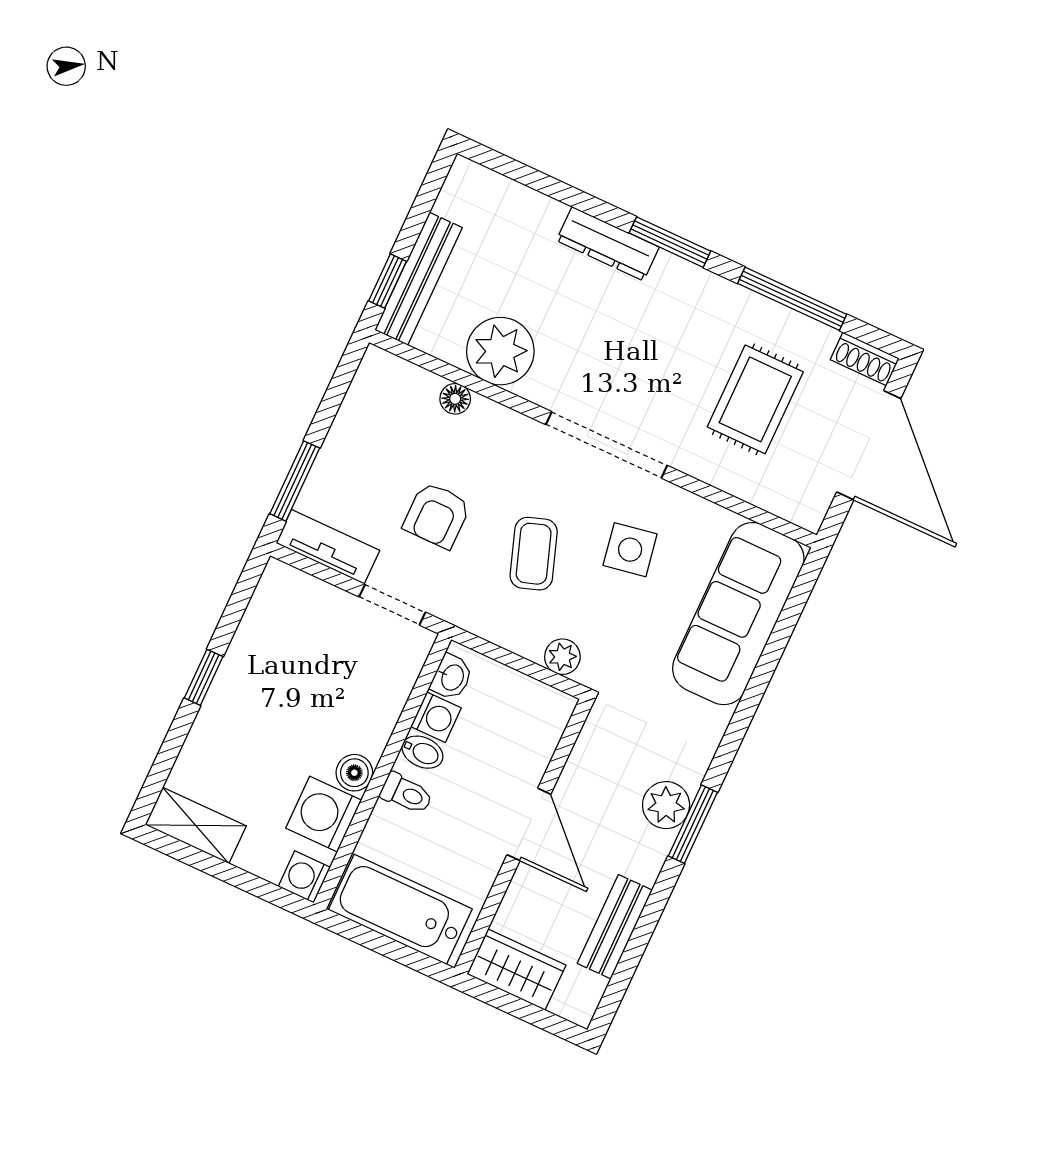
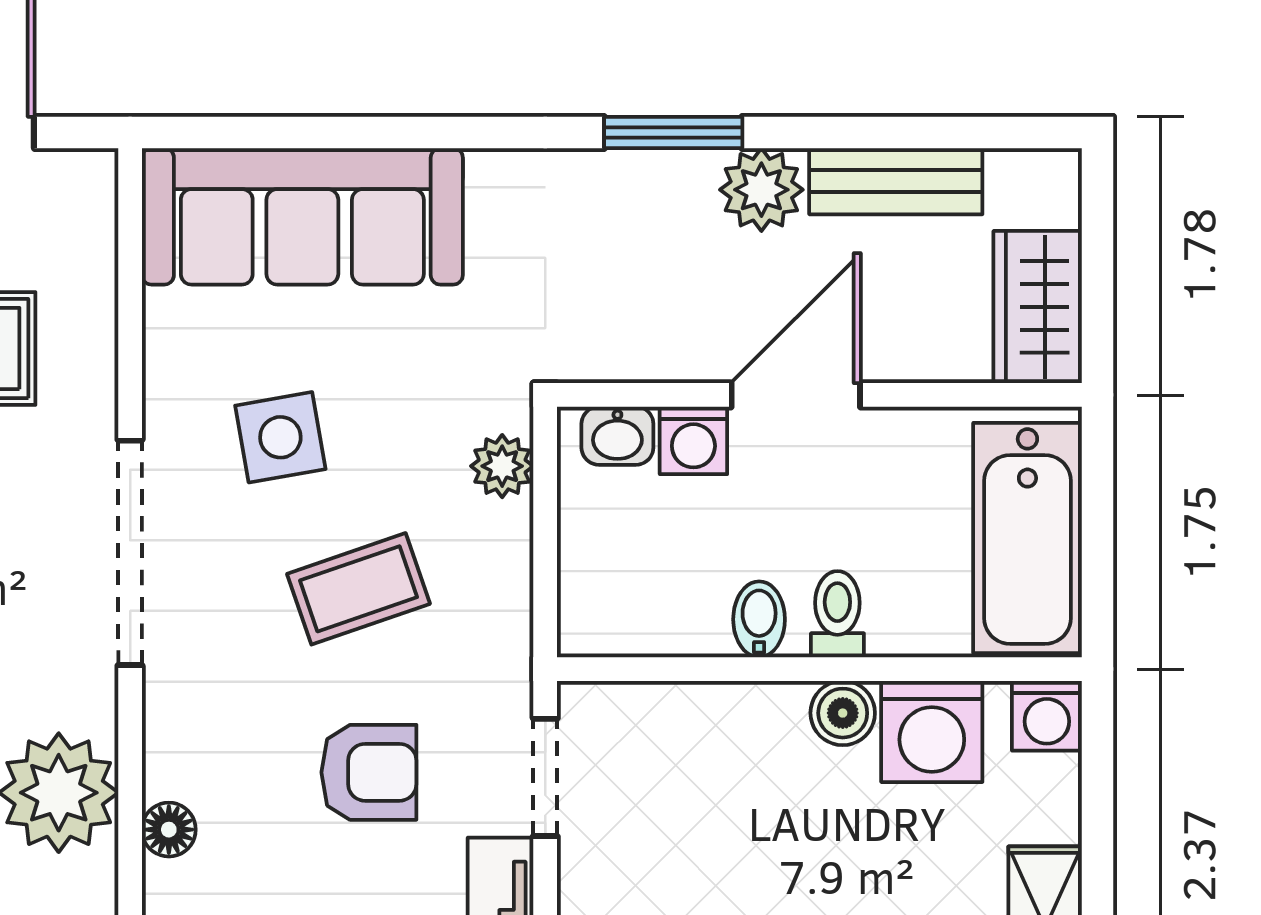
washbasin: (452, 677) -> (617, 436), moved, turned 180
washing machine: (436, 717) -> (693, 440), moved, turned 180
plant: (666, 805) -> (761, 190), moved

